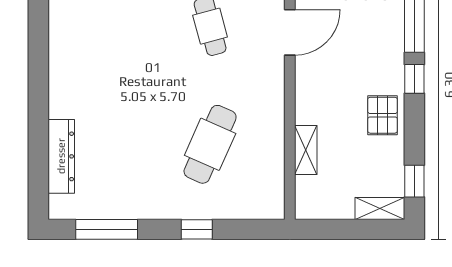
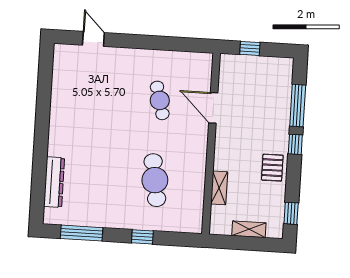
door: (290, 32) -> (213, 108), swing flipped
cafe table: (210, 144) -> (155, 180), turned -33
shelving: (380, 208) -> (249, 229), moved

